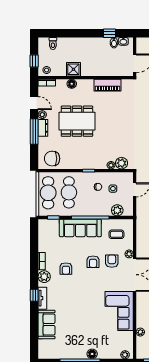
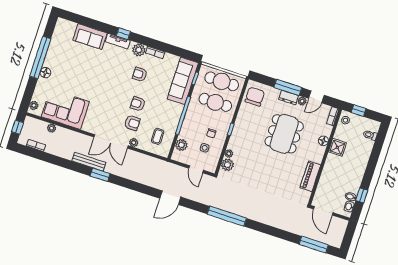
sofa: (80, 228) -> (183, 81), moved
corner sofa: (119, 311) -> (65, 109), moved

